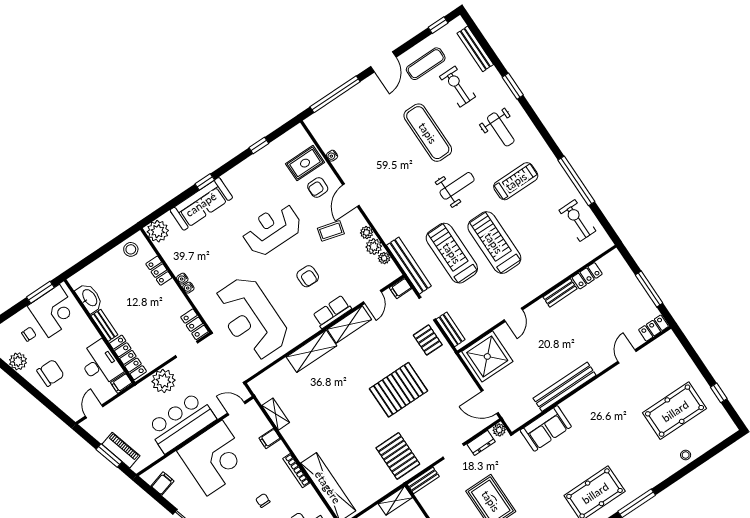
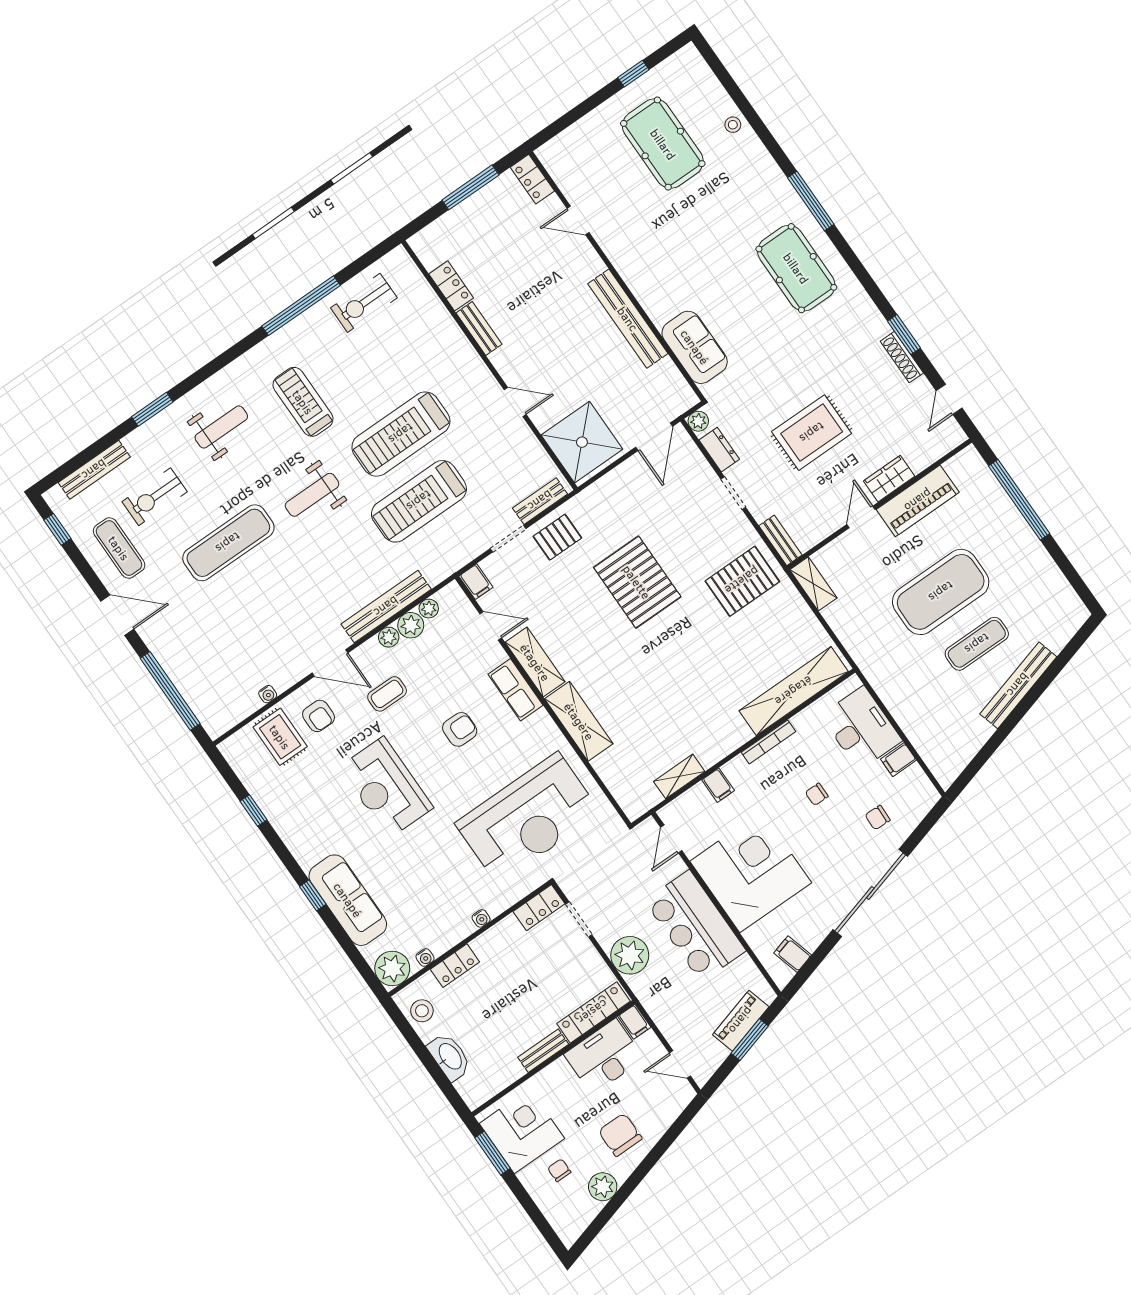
weight bench: (457, 186) -> (312, 495), turned -90
coffee table: (331, 231) -> (387, 694), turned 75
bench: (409, 266) -> (386, 607), moved
water cooler: (182, 279) -> (425, 958), moved
washbasin: (89, 298) -> (450, 1057), moved, turned 90

